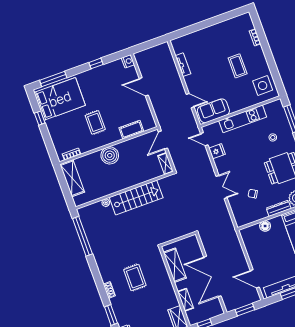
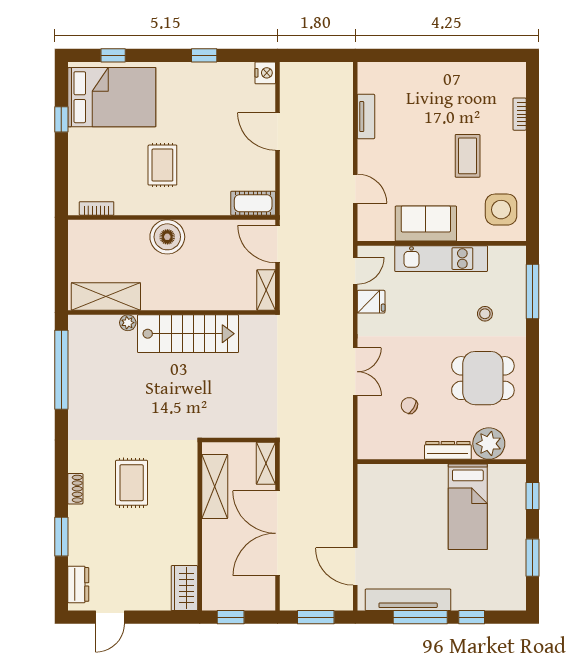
window: (53, 79) -> (113, 55), width x0.46
sofa: (213, 111) -> (426, 224), moved
cot: (131, 130) -> (253, 203), moved
door: (204, 139) -> (355, 271), swing flipped
door: (163, 140) -> (277, 244), hinge flipped
shelving: (72, 178) -> (106, 297), moved, turned 90
floor lamp: (265, 226) -> (410, 474), removed
shelving: (185, 300) -> (266, 463), moved

